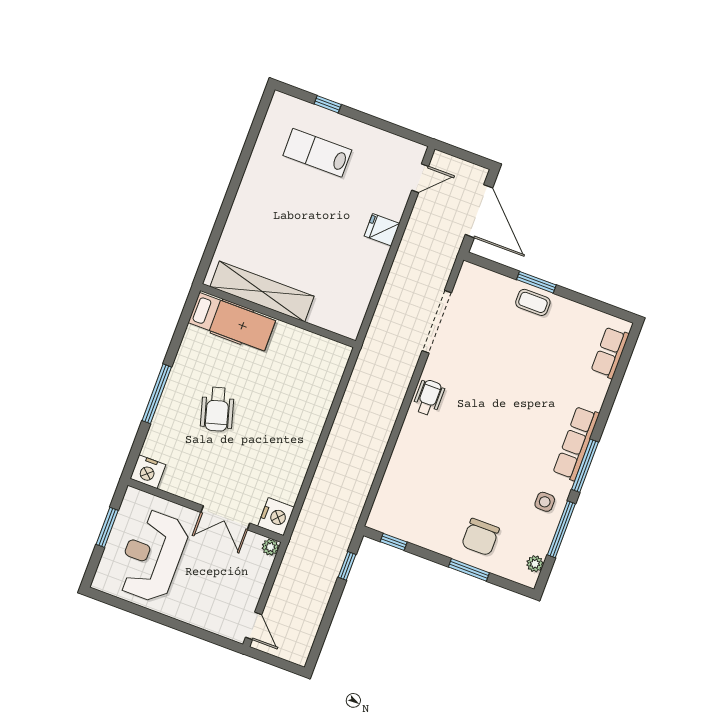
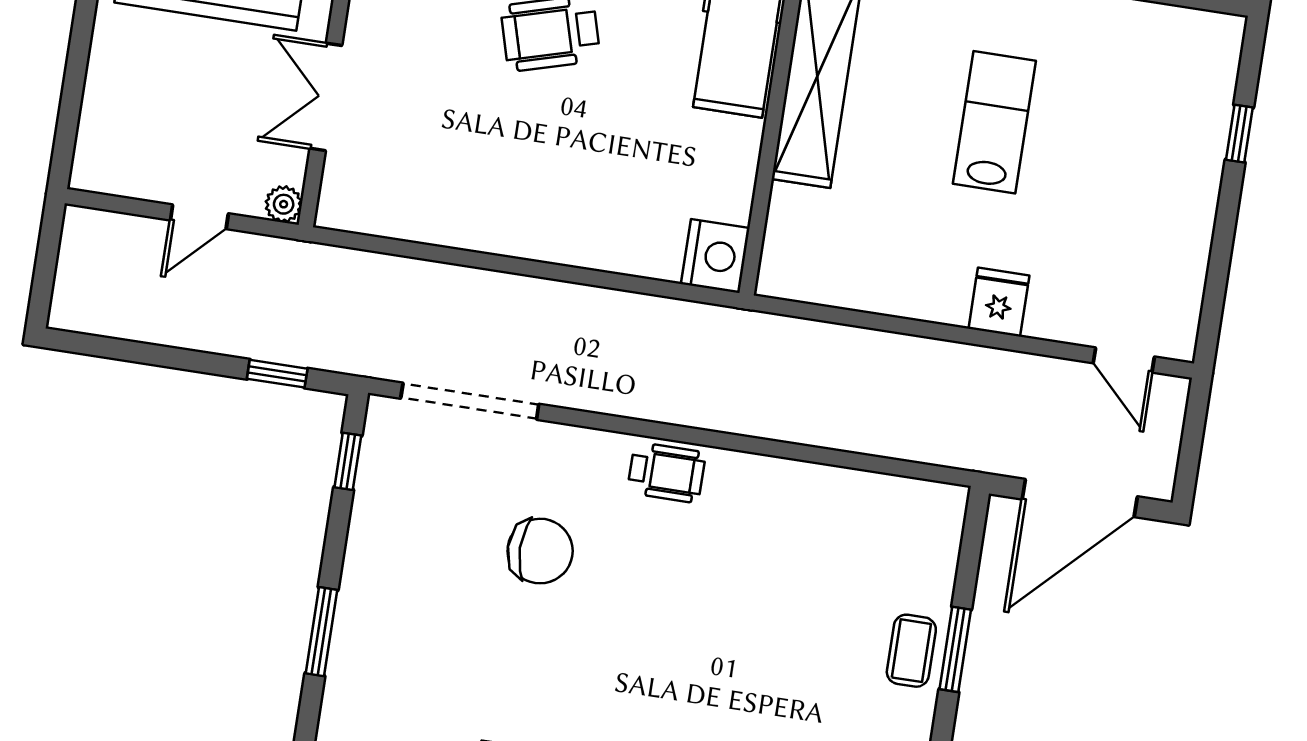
lab bench: (317, 153) -> (994, 122), moved
doorway: (437, 322) -> (470, 401), moved
nightstand: (276, 517) -> (715, 256), moved, turned -90
chair: (480, 537) -> (540, 551), moved, turned 180
door: (254, 626) -> (199, 217), moved

